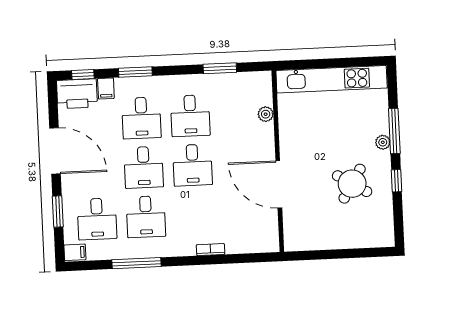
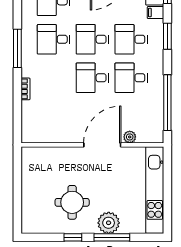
window: (220, 68) -> (167, 103), width x2.11
plant: (383, 142) -> (109, 223), width x1.88, depth x1.88
door: (279, 184) -> (102, 145), moved
round table: (352, 184) -> (72, 202), turned -31
window: (137, 263) -> (17, 48), moved

